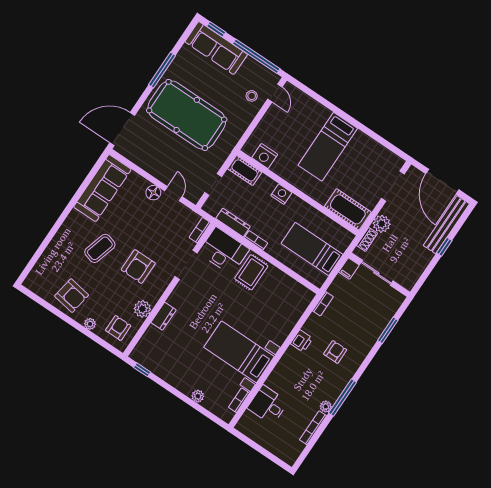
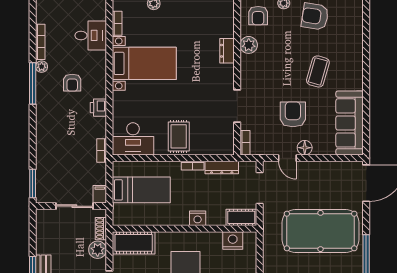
doorway: (213, 185) -> (260, 188), width x1.38
desk: (224, 251) -> (133, 139), moved
armchair: (138, 266) -> (293, 114), moved
window: (388, 330) -> (33, 184), moved
armchair: (335, 352) -> (72, 83), moved

